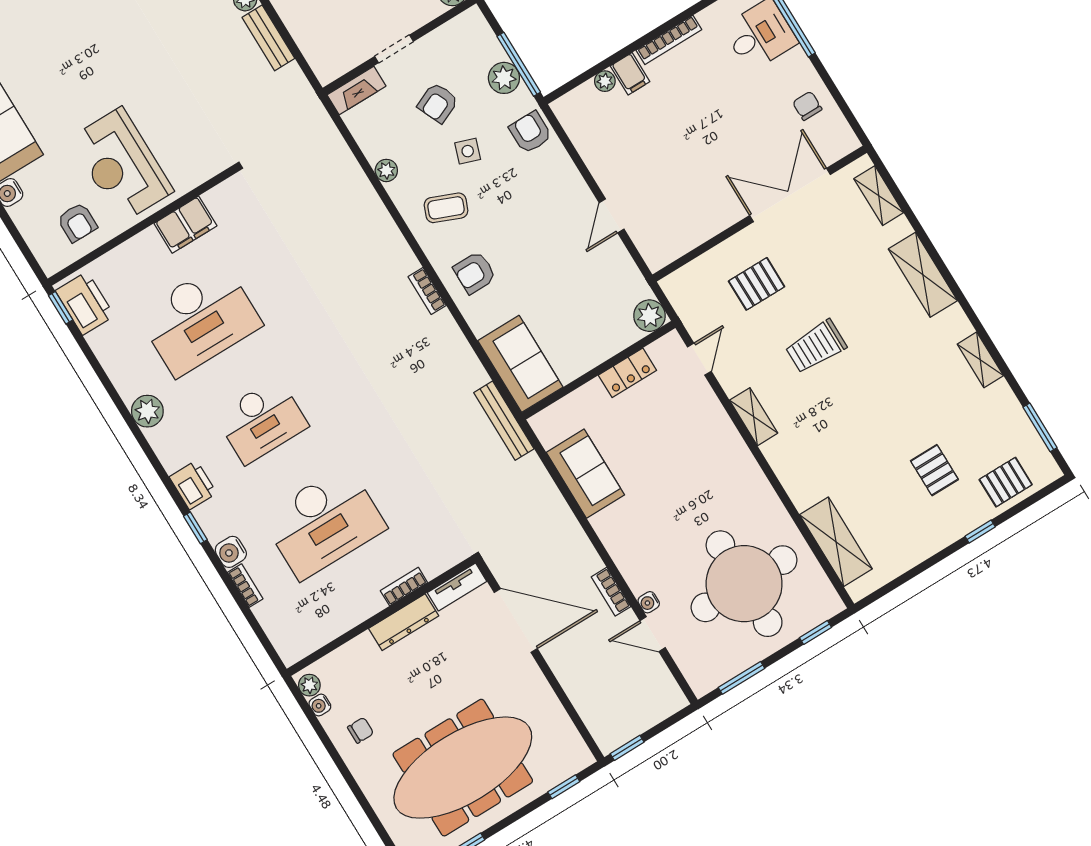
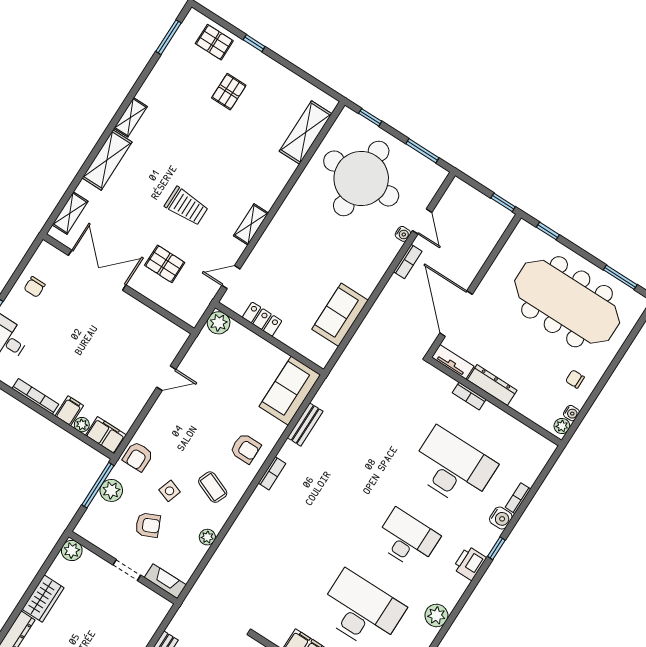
filing cabinet: (577, 105) -> (106, 435), added
double door: (790, 195) -> (97, 270), swing flipped
shelving: (980, 360) -> (130, 117), moved
bench: (504, 421) -> (305, 424), moved, width x0.73

